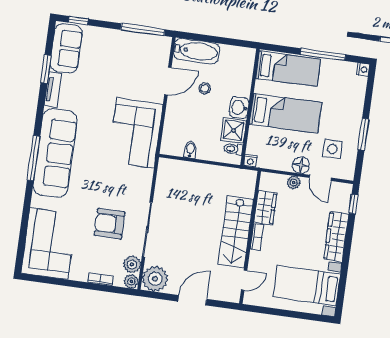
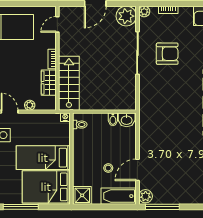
bed: (288, 69) -> (46, 187), width x1.50
washbasin: (239, 108) -> (127, 120), moved, turned 90
shower: (233, 130) -> (82, 195), moved
corner sofa: (135, 133) -> (157, 126), removed
floor lamp: (301, 165) -> (26, 119), removed
stairs: (236, 232) -> (69, 83), moved
plant: (132, 264) -> (146, 196), moved

